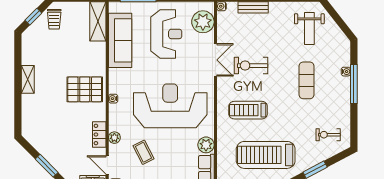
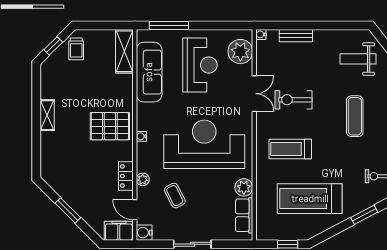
weight bench: (309, 29) -> (358, 59), turned 90

